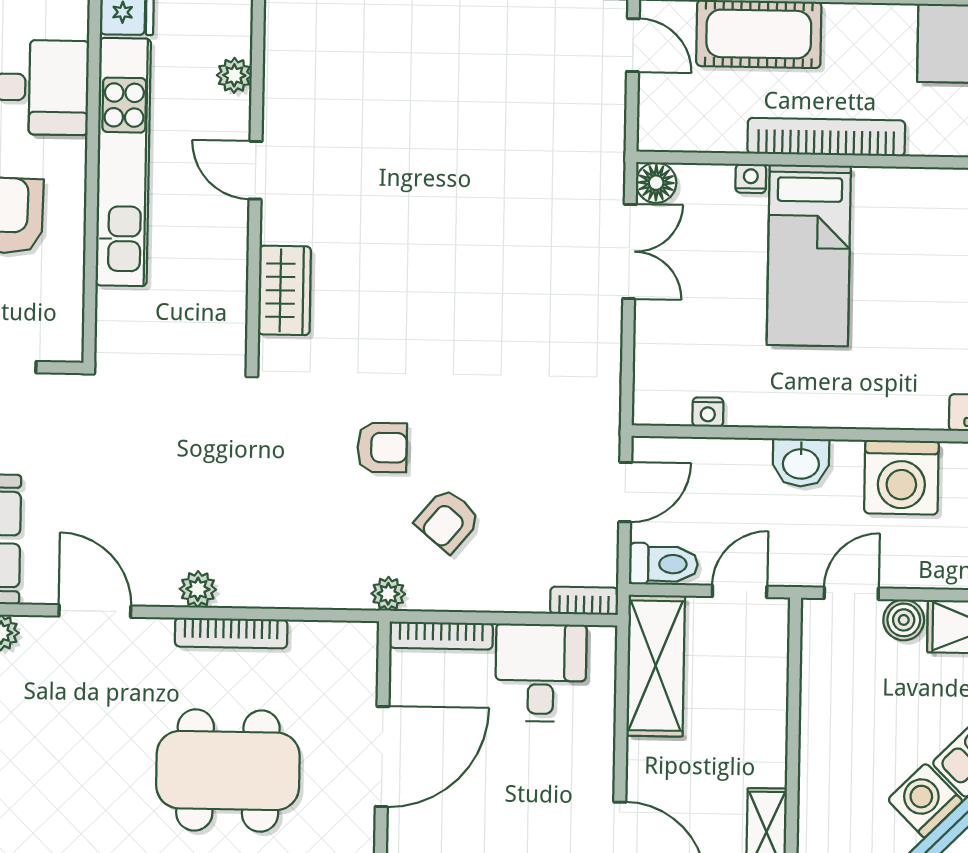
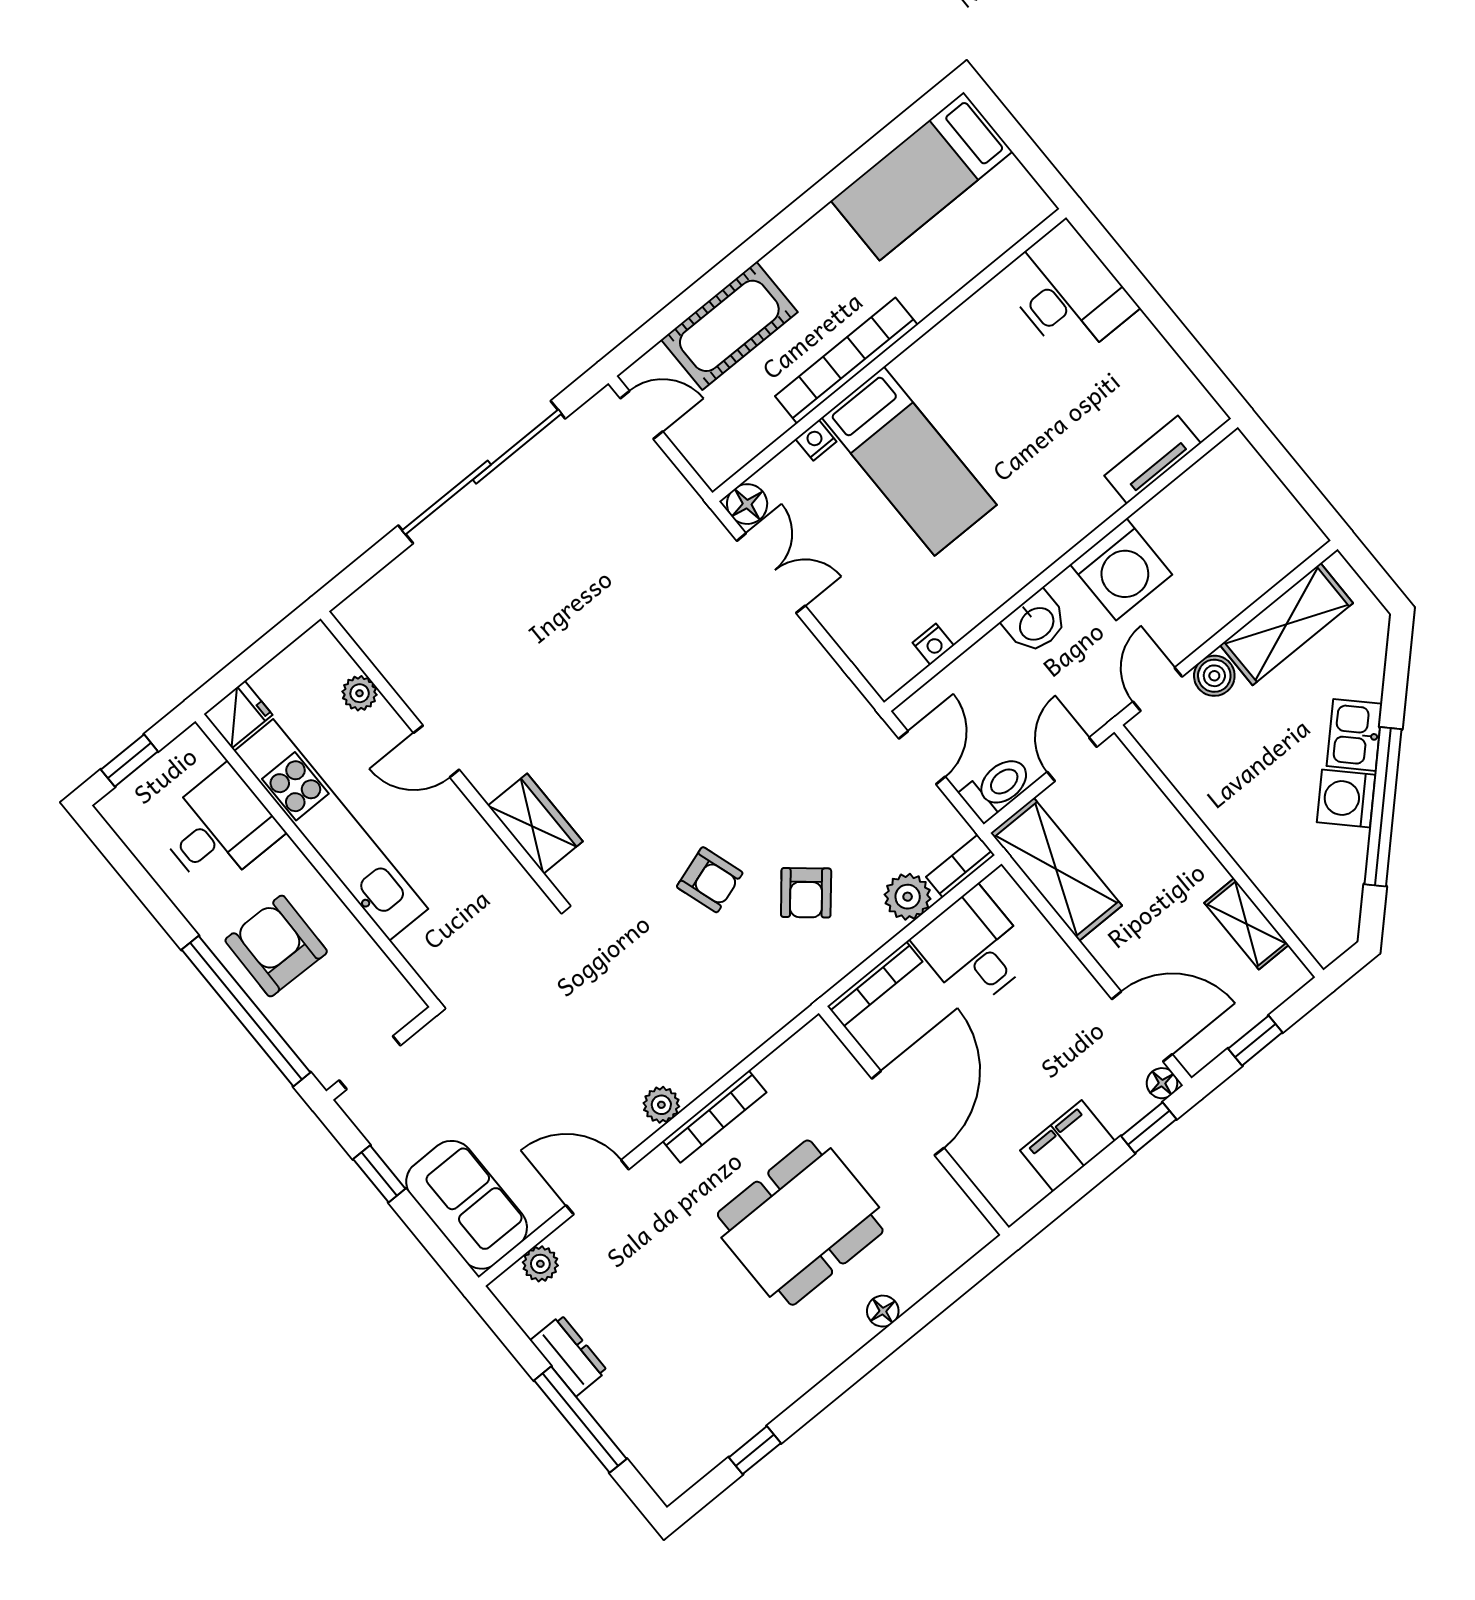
armchair: (382, 448) -> (710, 880), turned 72
plant: (388, 594) -> (908, 897), moved, width x1.38, depth x1.38

